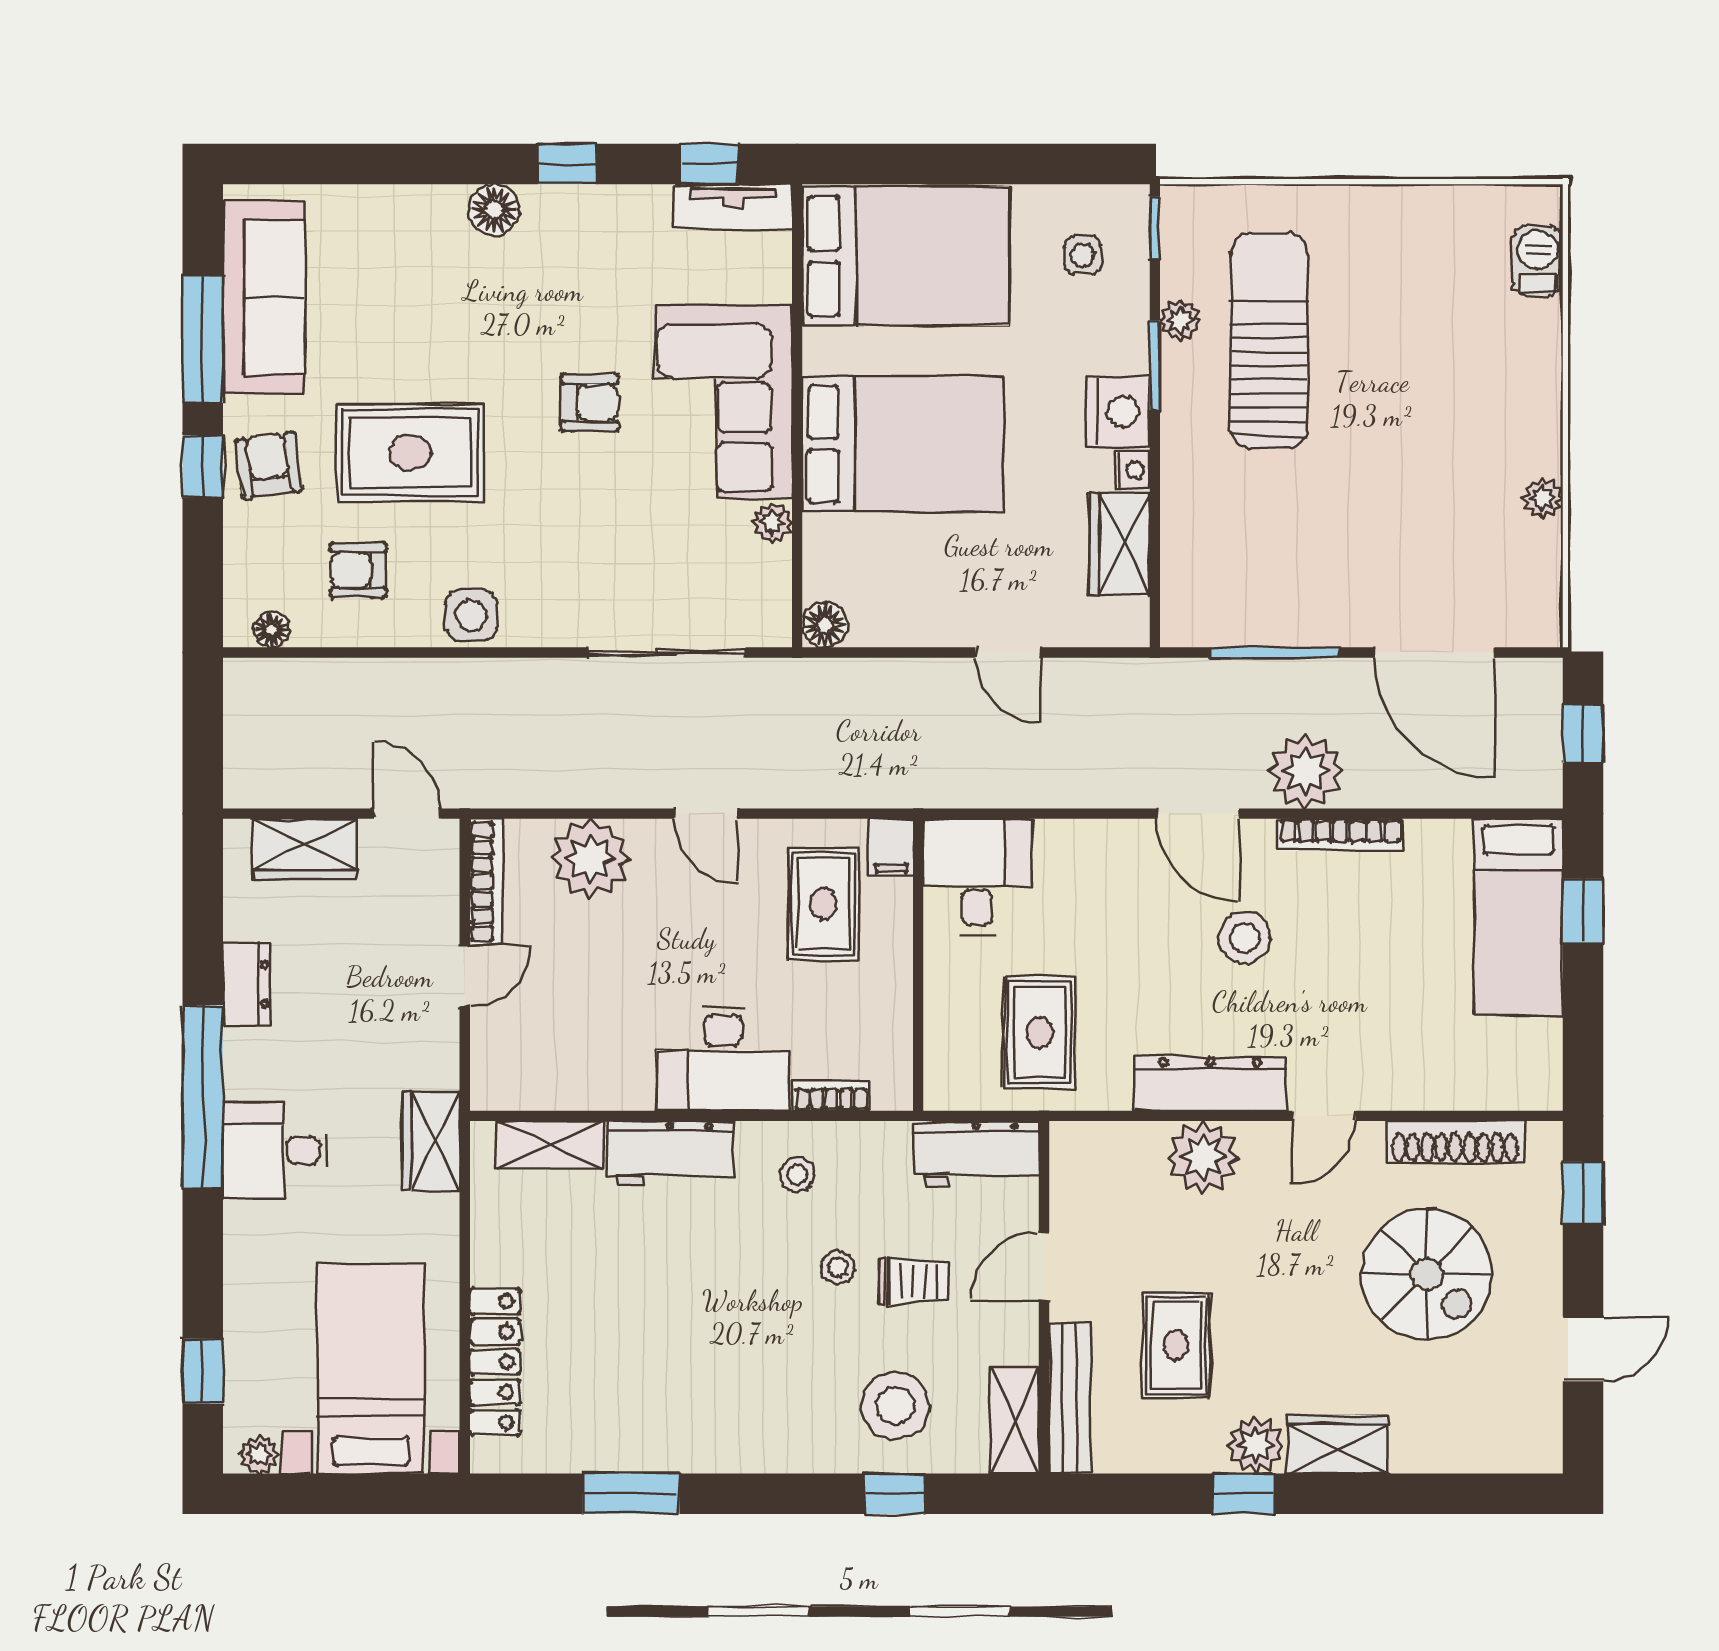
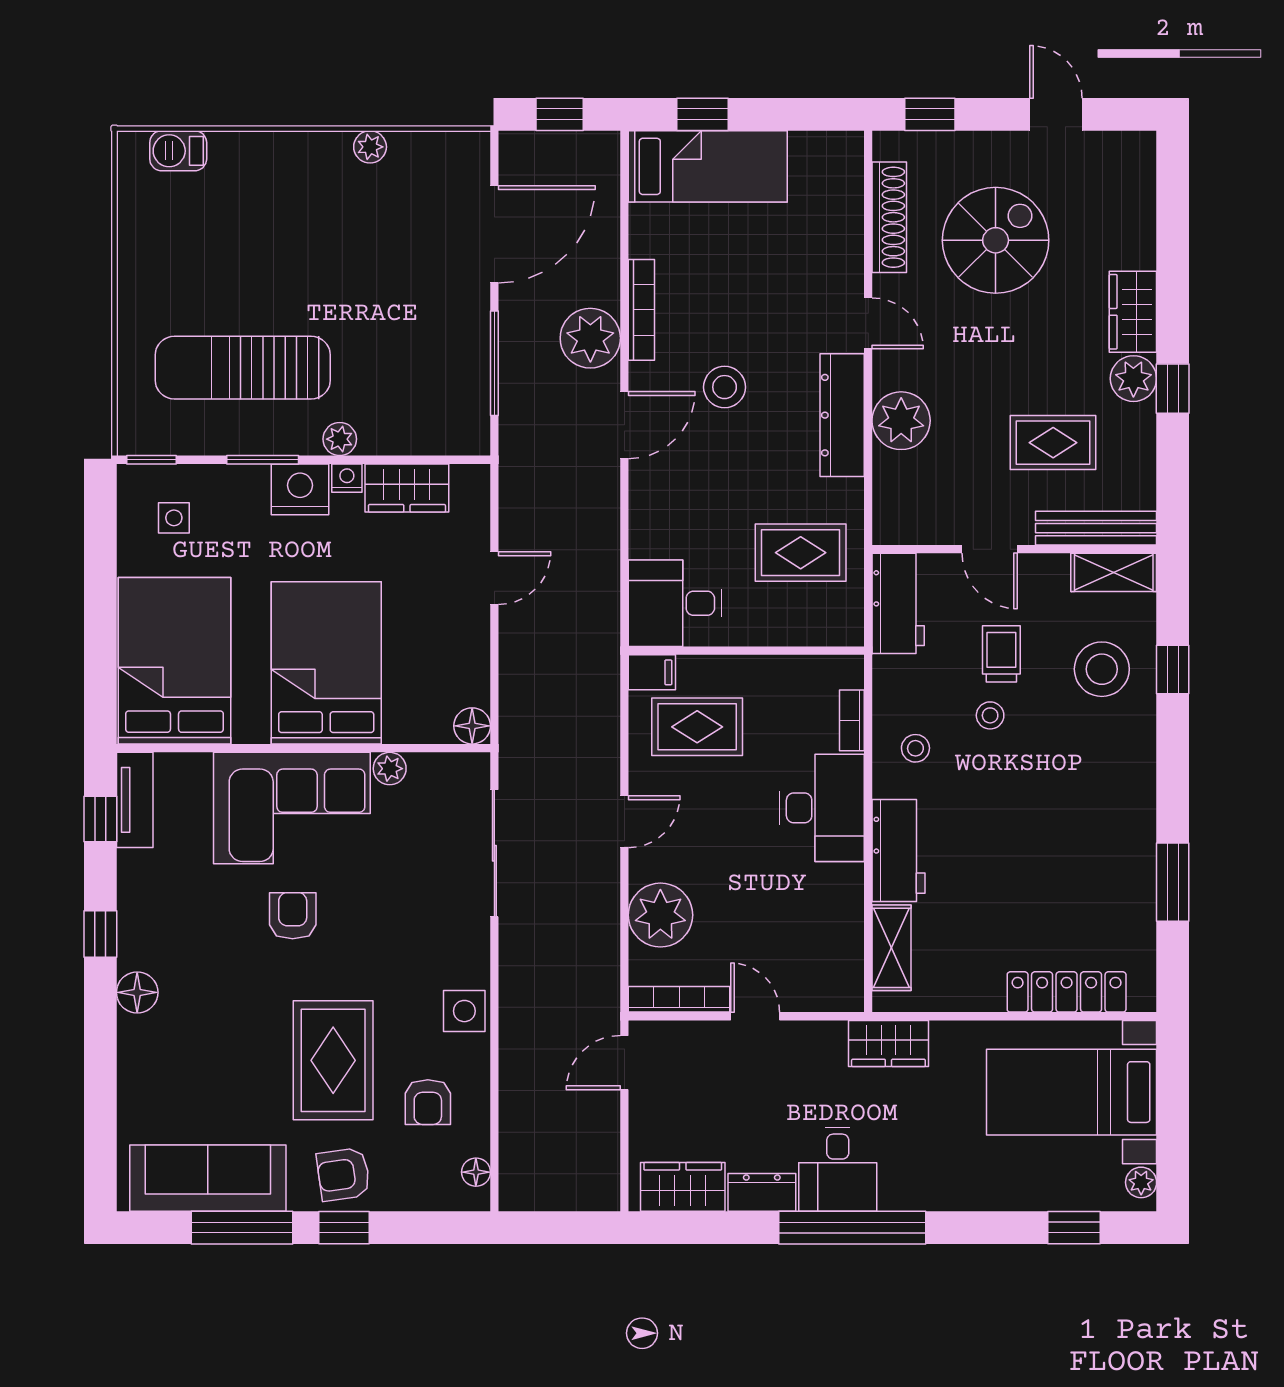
plant: (1180, 320) -> (340, 439), moved
wardrobe: (305, 849) -> (683, 1187), moved, turned -90
desk: (275, 1150) -> (838, 1169), moved

